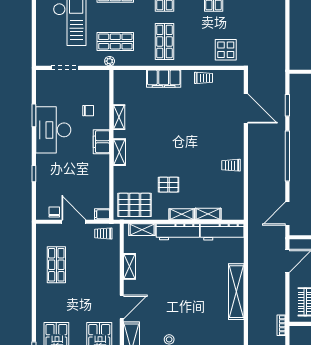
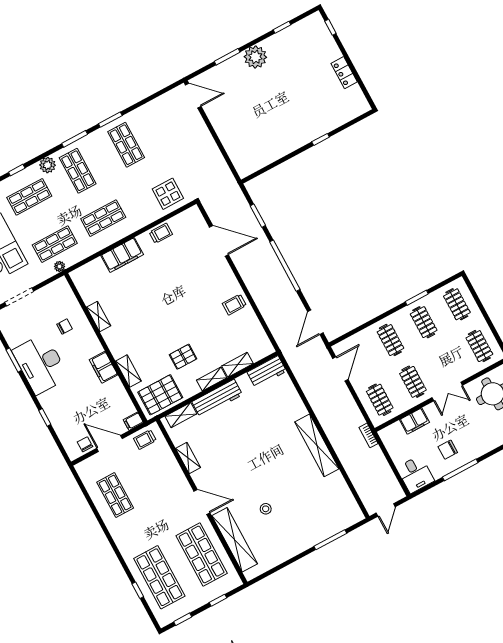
shop shelf: (164, 41) -> (103, 218), turned 90
filing cabinet: (101, 142) -> (103, 367), moved
shelving: (119, 152) -> (128, 371), moved
workbench: (222, 232) -> (267, 372), width x0.73
shelving: (236, 292) -> (317, 445), moved
door: (122, 307) -> (202, 502), hinge flipped

